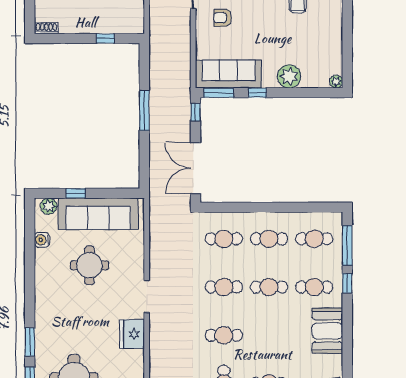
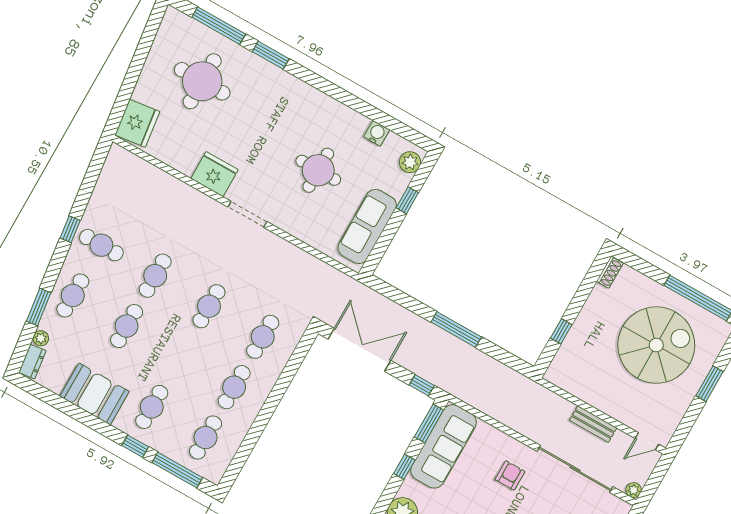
sofa: (98, 214) -> (367, 226), width x0.74, depth x0.79
cafe table: (269, 287) -> (127, 326), moved

